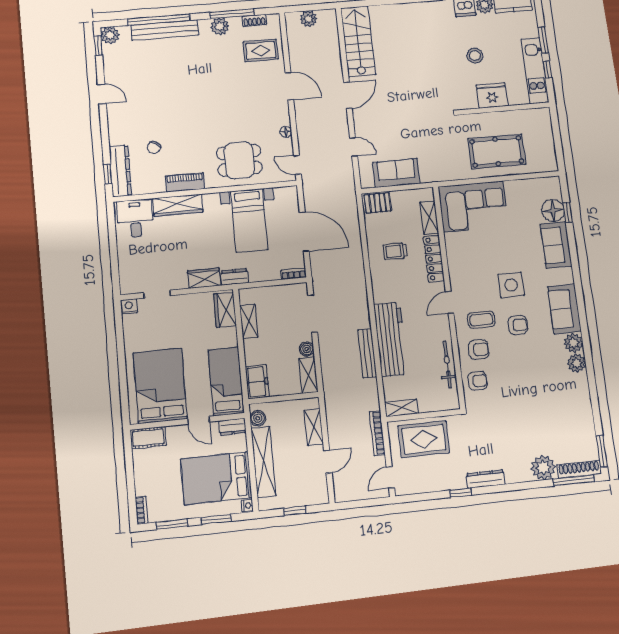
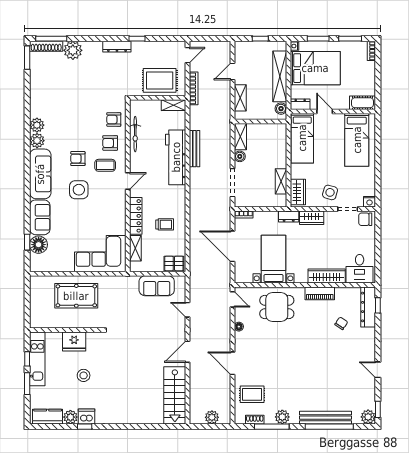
chair: (133, 283) -> (365, 219), added
sofa: (564, 309) -> (40, 174), width x1.36
side table: (182, 313) -> (330, 192), added
freezer: (257, 382) -> (279, 136), removed
bed: (160, 386) -> (357, 140), width x0.67

